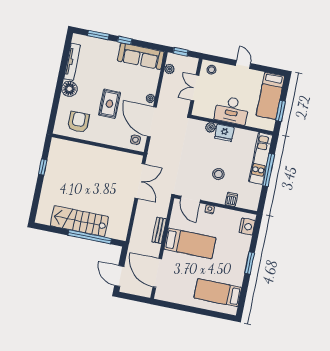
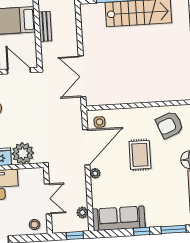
armchair: (78, 122) -> (170, 125), turned 68
door: (152, 122) -> (86, 147), hinge flipped
plant: (211, 127) -> (23, 153), width x1.88, depth x1.88

